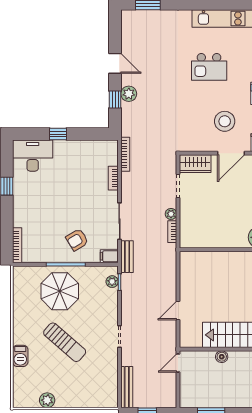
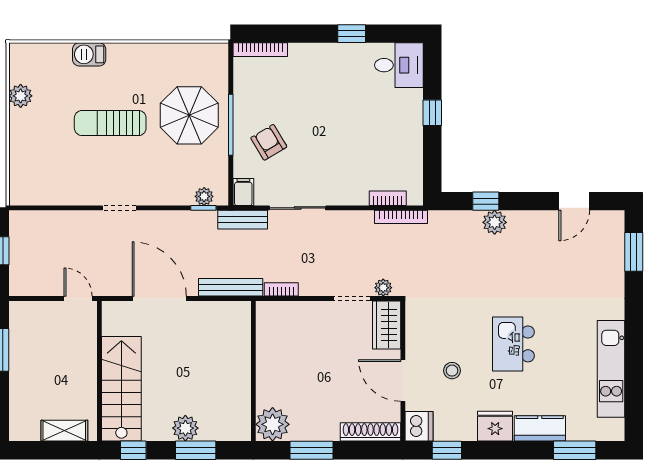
door: (115, 63) -> (574, 201), moved
kitchen island: (209, 67) -> (513, 344), moved
stool: (225, 121) -> (452, 371), width x0.53, depth x0.53
desk: (33, 156) -> (399, 65), width x0.73
bookcase: (113, 178) -> (388, 198), moved
plant: (171, 214) -> (383, 288), moved
door: (178, 310) -> (159, 298), width x1.88
sun lounger: (65, 342) -> (110, 123), turned 49
boiler: (222, 357) -> (88, 366), removed
bench: (127, 387) -> (231, 287), moved

